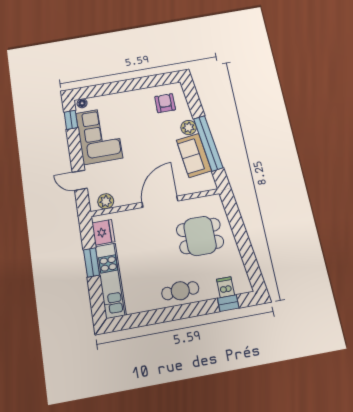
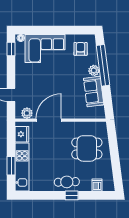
corner sofa: (99, 135) -> (45, 49), moved, turned 90
window: (208, 143) -> (103, 65), moved
door: (160, 202) -> (49, 120), moved
window: (91, 262) -> (11, 166), moved
window: (228, 303) -> (72, 195), moved

